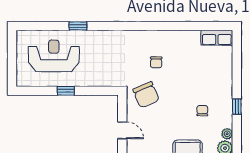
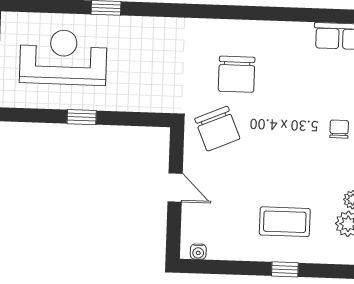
chair: (156, 62) -> (237, 74), width x1.87, depth x1.87
chair: (202, 111) -> (339, 129), moved

